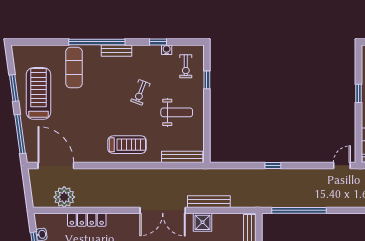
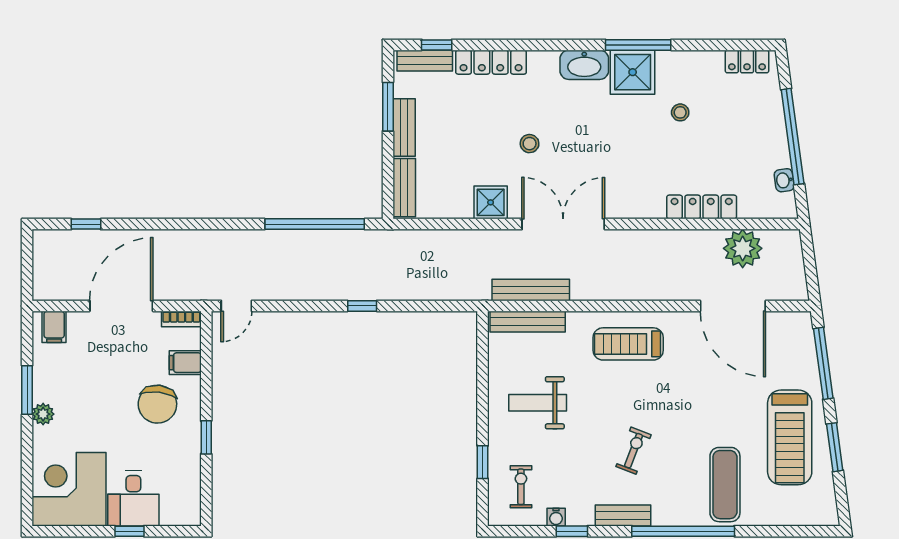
bench: (116, 51) -> (623, 516), moved
exercise bike: (140, 92) -> (634, 451), moved
door: (56, 165) -> (733, 306), moved
bench: (209, 202) -> (531, 290), moved

